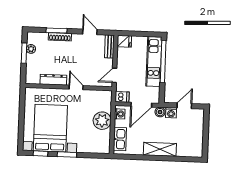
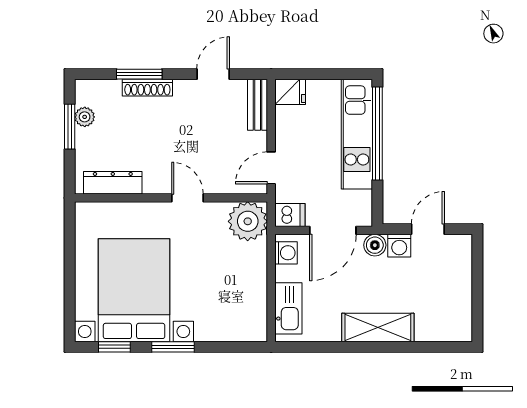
door: (90, 32) -> (213, 74), hinge flipped
dresser: (53, 80) -> (113, 183), moved
plant: (102, 121) -> (248, 221), moved

